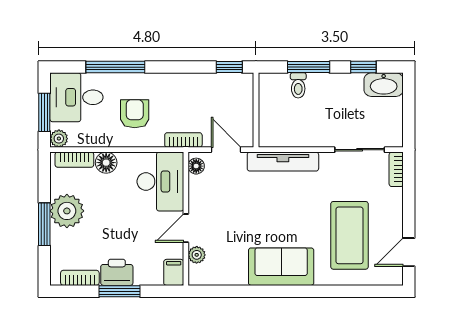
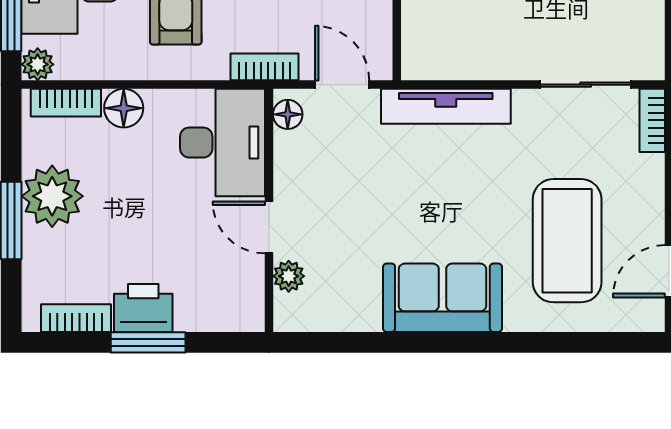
door: (186, 228) -> (269, 227), hinge flipped
filing cabinet: (174, 272) -> (247, 308), removed

